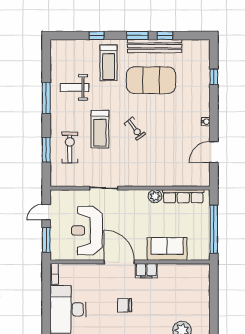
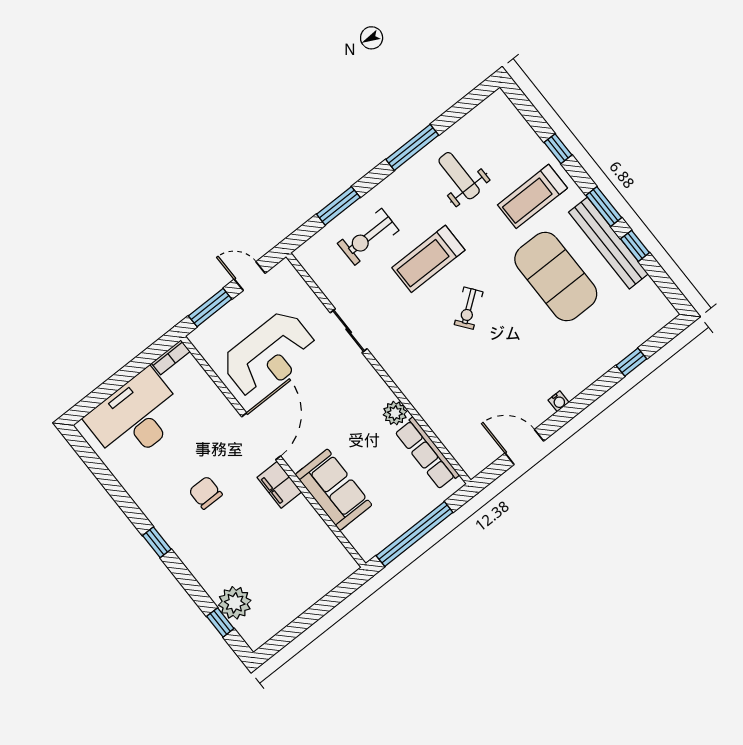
exercise bike: (70, 148) -> (368, 237), turned 180
reception desk: (87, 231) -> (269, 355), turned 180

